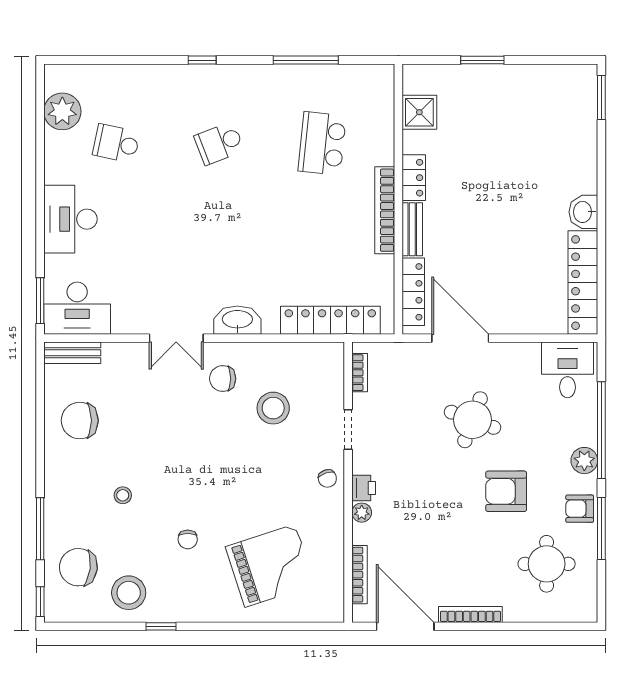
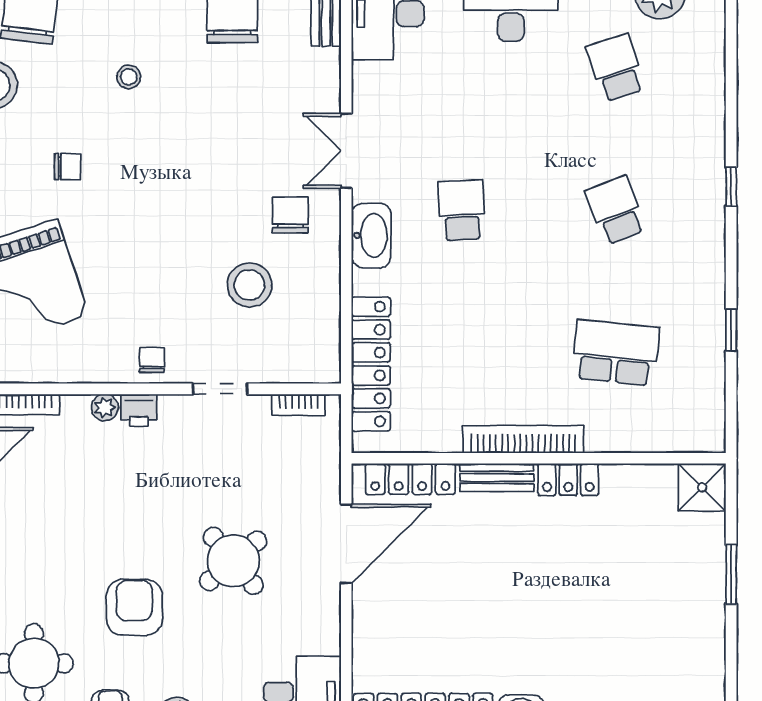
window: (306, 60) -> (731, 330), width x0.46
shower: (419, 112) -> (702, 487), moved
school desk: (116, 143) -> (616, 68), turned -30
school desk: (219, 255) -> (462, 210), added
round table: (473, 420) -> (233, 561), turned 30
chair: (327, 478) -> (152, 360), turned 108
chair: (188, 539) -> (68, 167), turned 180

